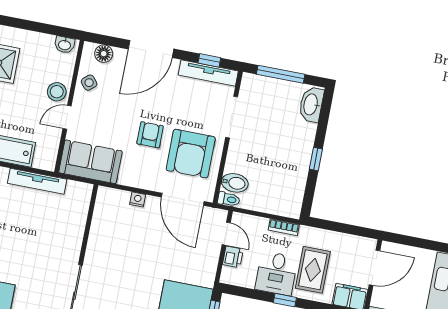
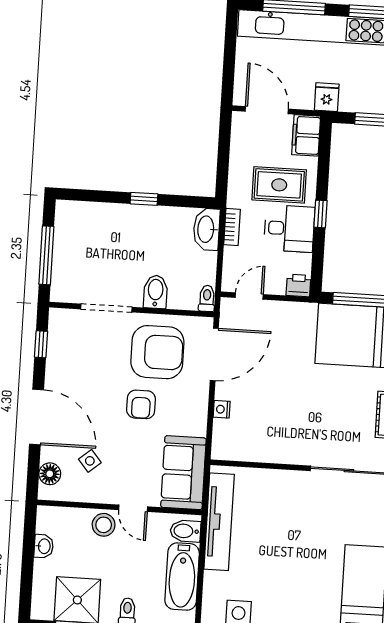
washbasin: (65, 45) -> (44, 546), moved
tv unit: (208, 73) -> (57, 344), removed
side table: (89, 83) -> (90, 461), moved
washbasin: (311, 105) -> (206, 229), moved, turned 90
armchair: (150, 135) -> (141, 404), turned -90
bidet: (43, 157) -> (185, 531), added
tv unit: (37, 181) -> (219, 522), width x1.36, depth x1.29
bidet: (235, 183) -> (156, 292), moved
printer: (233, 257) -> (298, 285), moved

